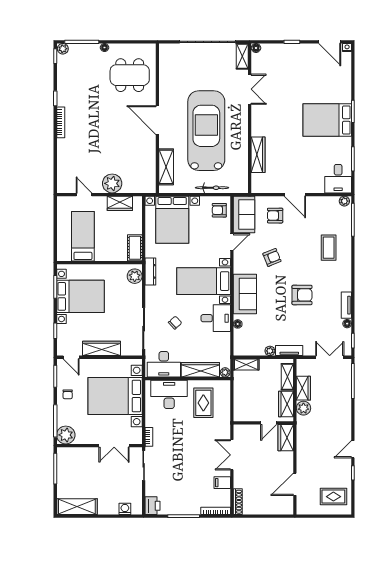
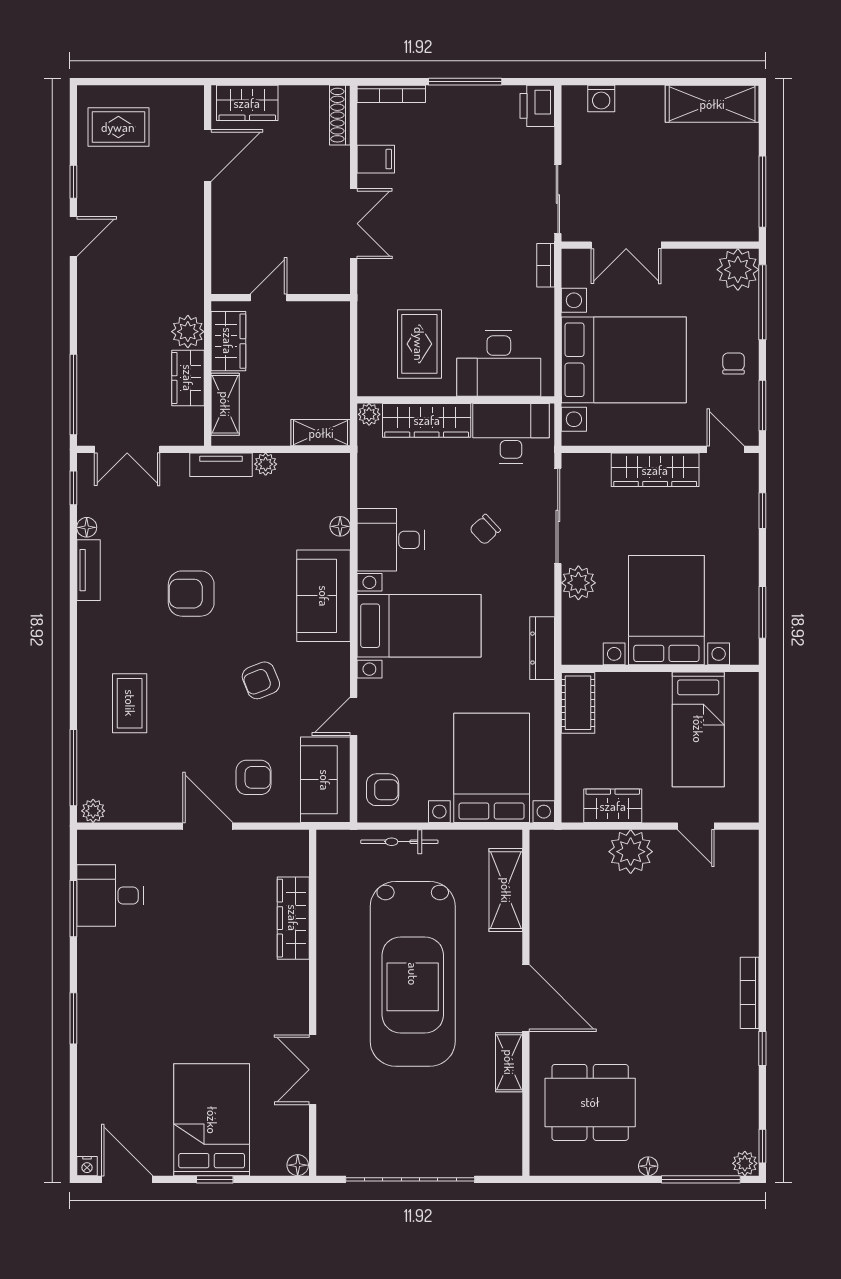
shelving: (242, 56) -> (509, 1062), moved
bed: (327, 120) -> (212, 1120), moved, turned -90
desk: (338, 179) -> (110, 896), moved, turned -90
plant: (135, 276) -> (578, 583), moved
bed with nightstands: (80, 296) -> (666, 610), moved, turned 90
wardrobe: (286, 438) -> (247, 103), moved, turned 90
double door: (114, 446) -> (626, 245), swing flipped

